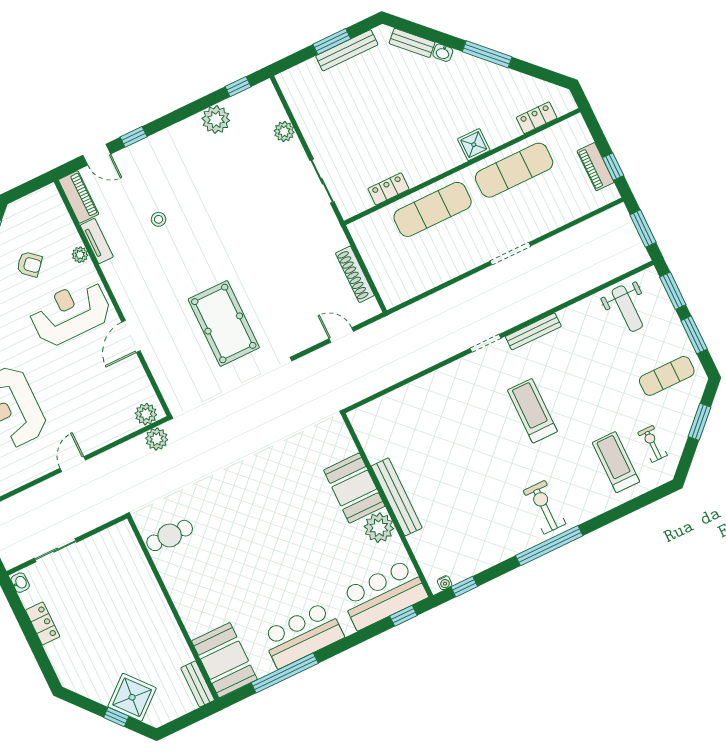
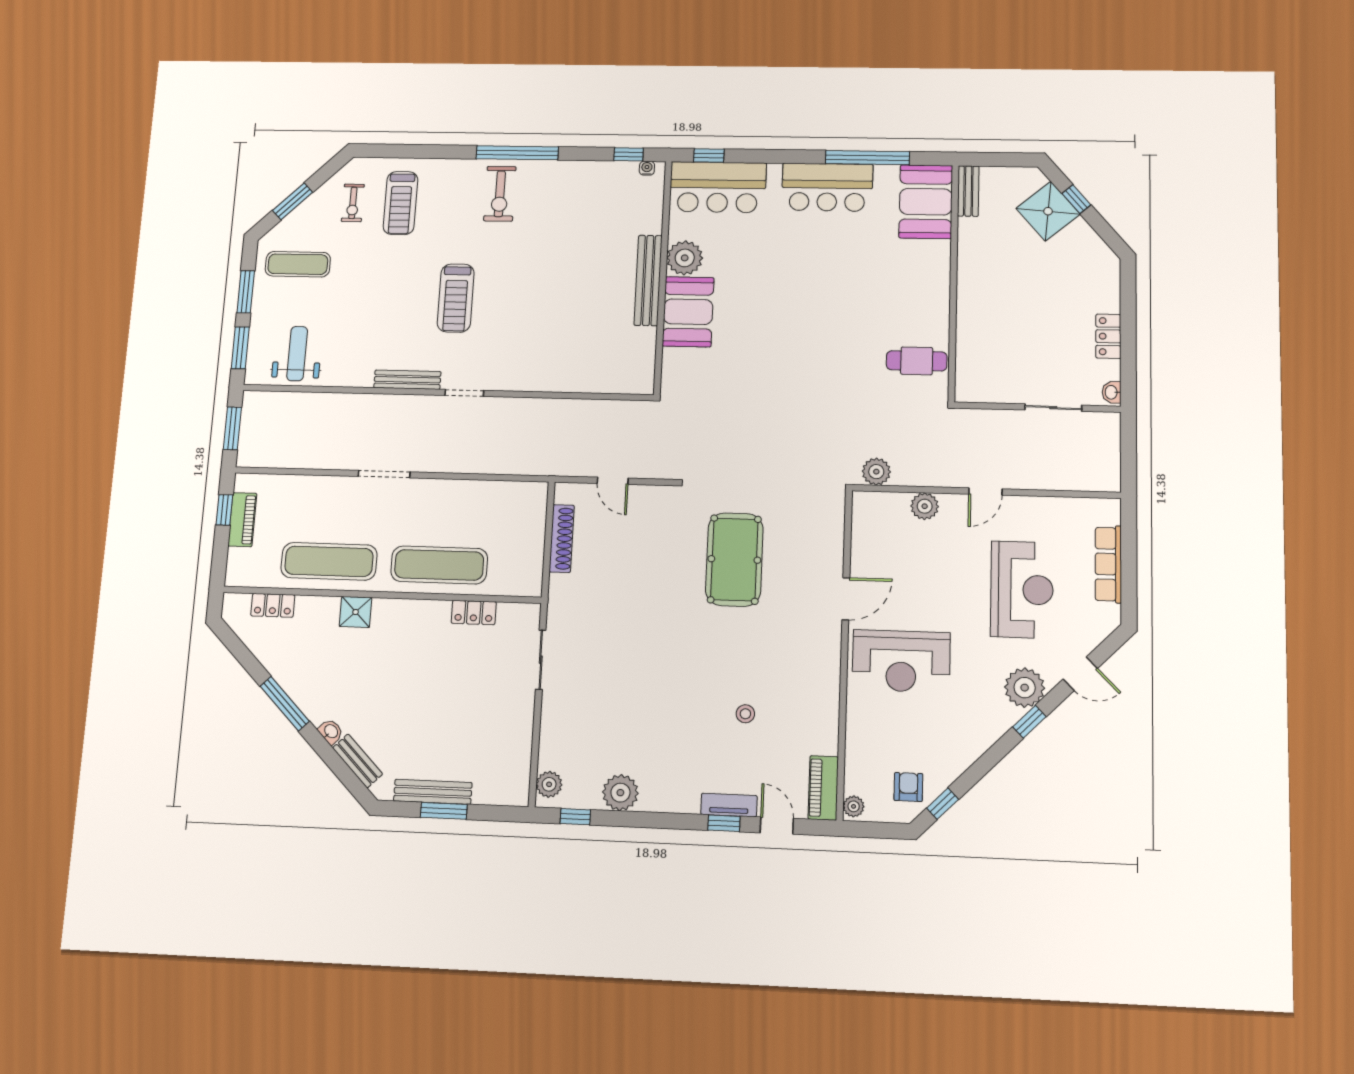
plant: (284, 132) -> (549, 784), moved
tv unit: (97, 241) -> (729, 805), moved, turned 90
plant: (80, 255) -> (854, 806), moved
armchair: (29, 264) -> (908, 787), moved, turned 49
plant: (146, 414) -> (925, 506), moved

